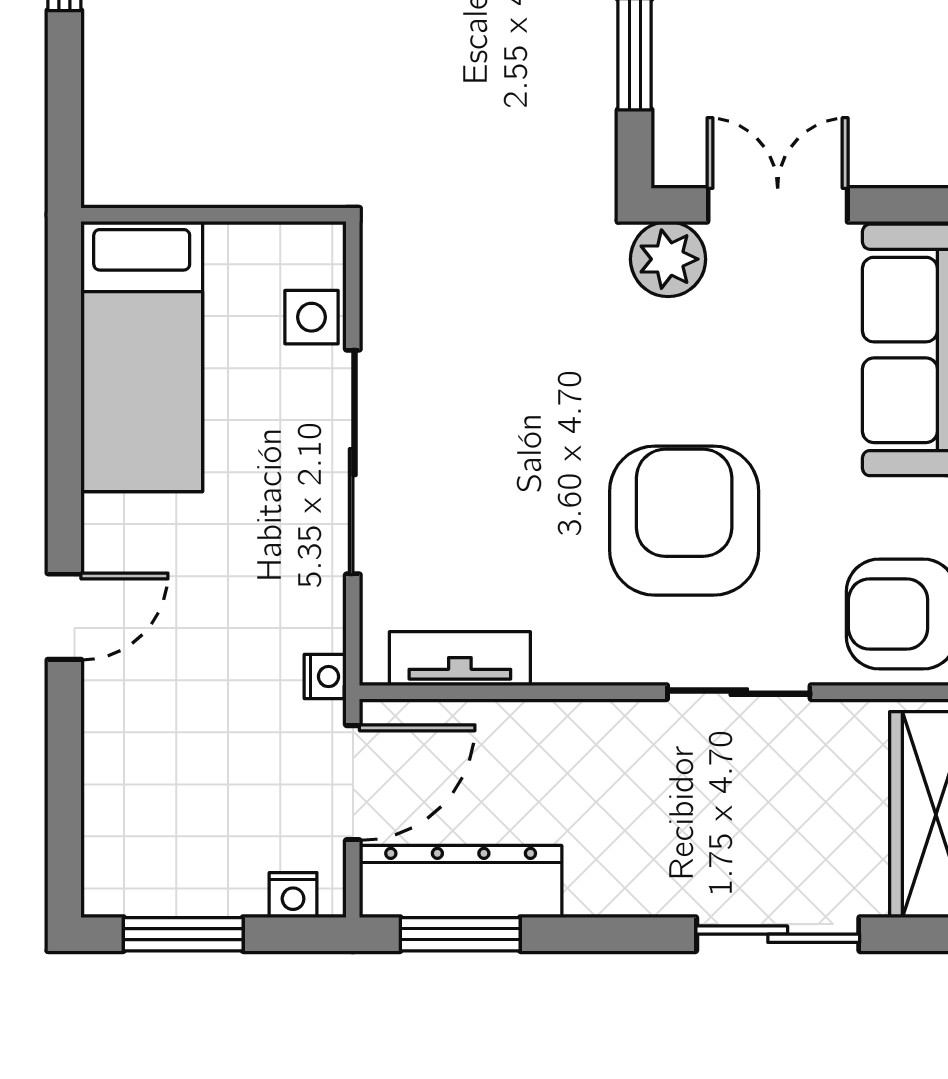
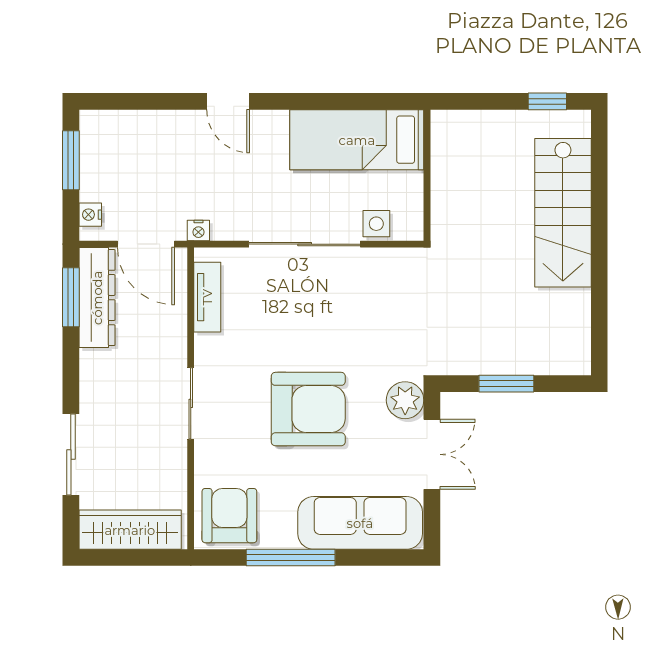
armchair: (684, 521) -> (308, 409), moved
sliding door: (739, 692) -> (191, 403), moved

